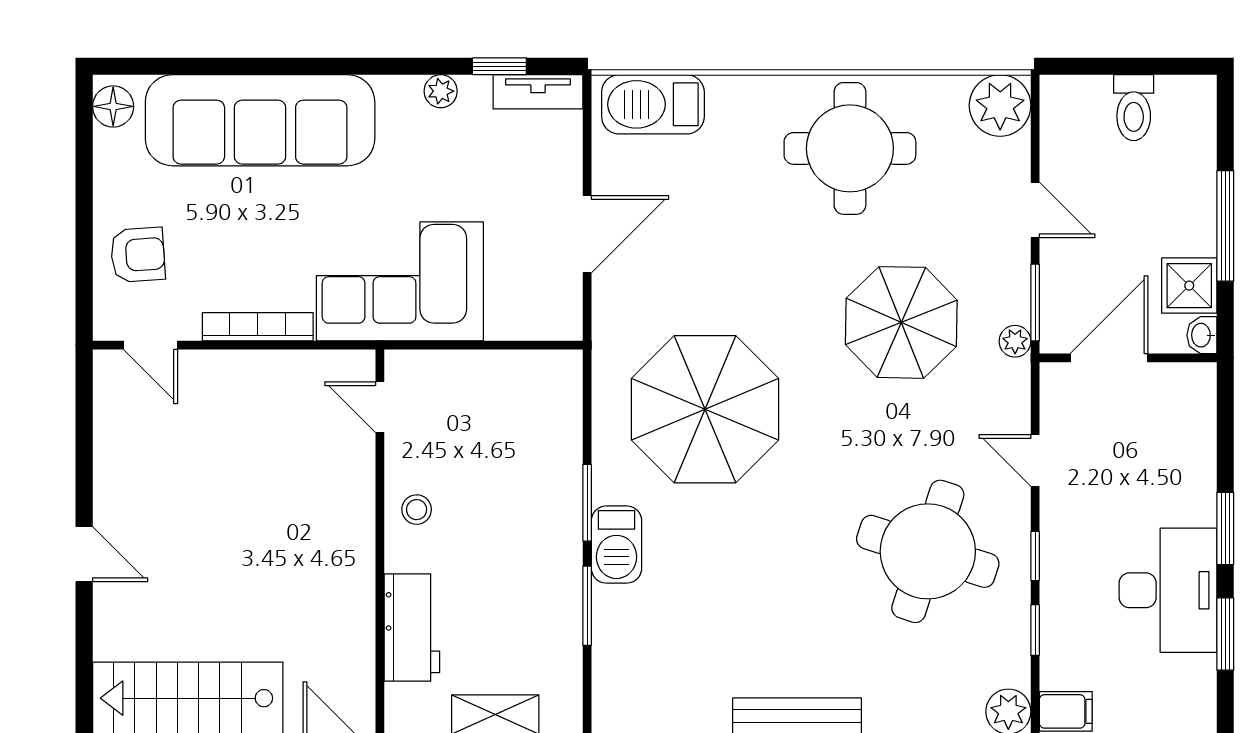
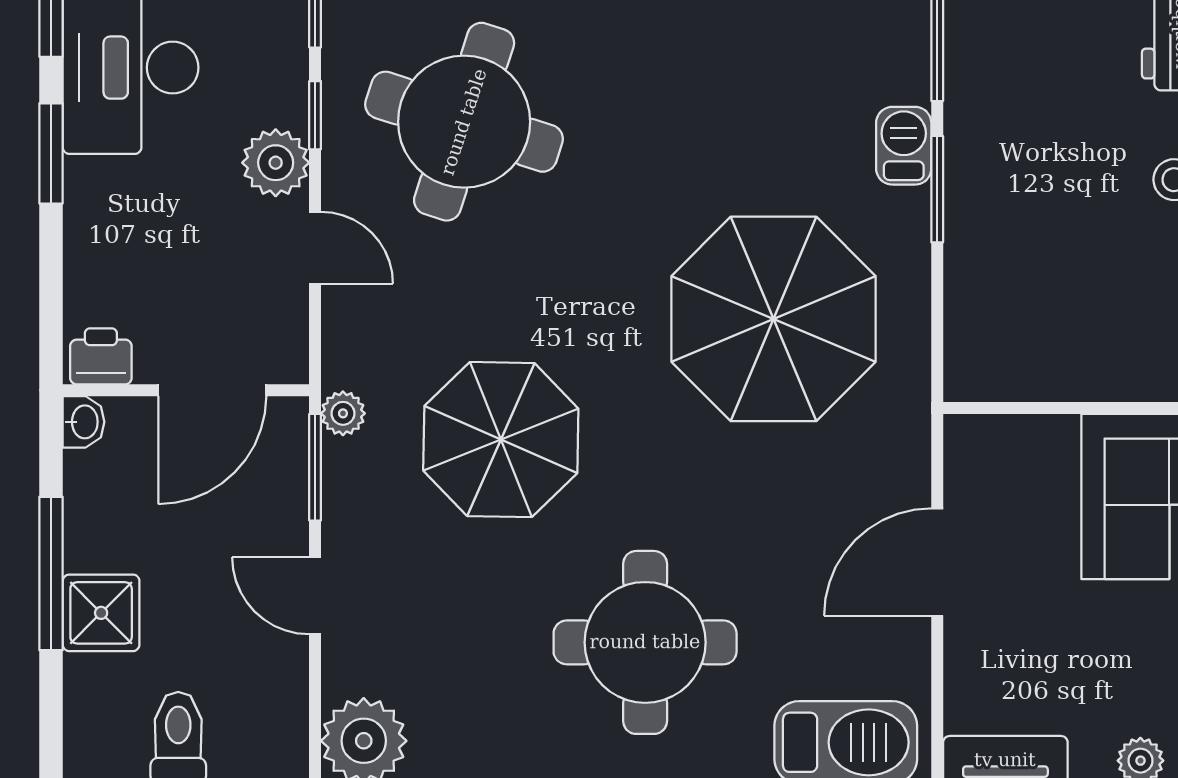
round table: (850, 148) -> (645, 642), moved
shower: (1189, 286) -> (101, 613), moved
printer: (1189, 382) -> (101, 356), added
plant: (1063, 522) -> (276, 163), added
barbecue: (616, 545) -> (904, 146), width x0.73, depth x0.79

